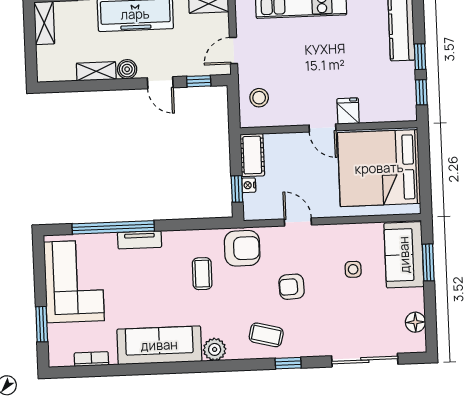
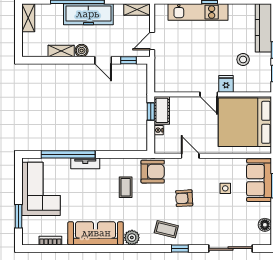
stool: (259, 98) -> (243, 60), moved
window: (237, 189) -> (151, 112), moved

